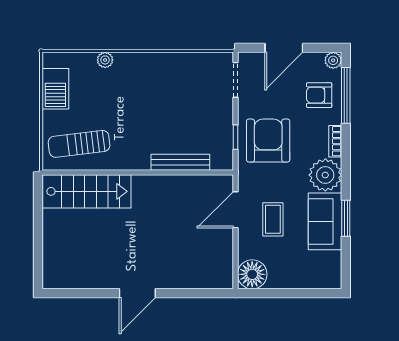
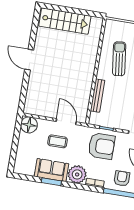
sun lounger: (79, 144) -> (119, 59), moved
stairs: (87, 191) -> (65, 21), moved, turned -90

